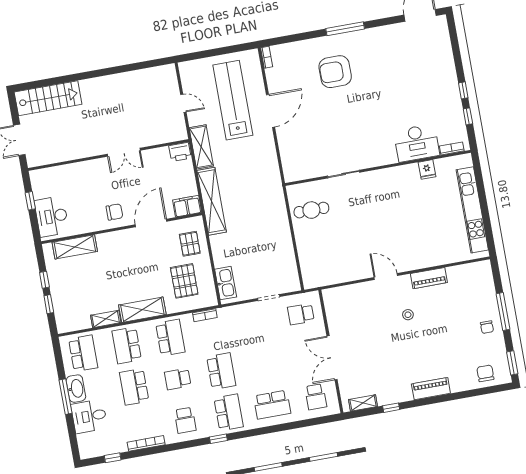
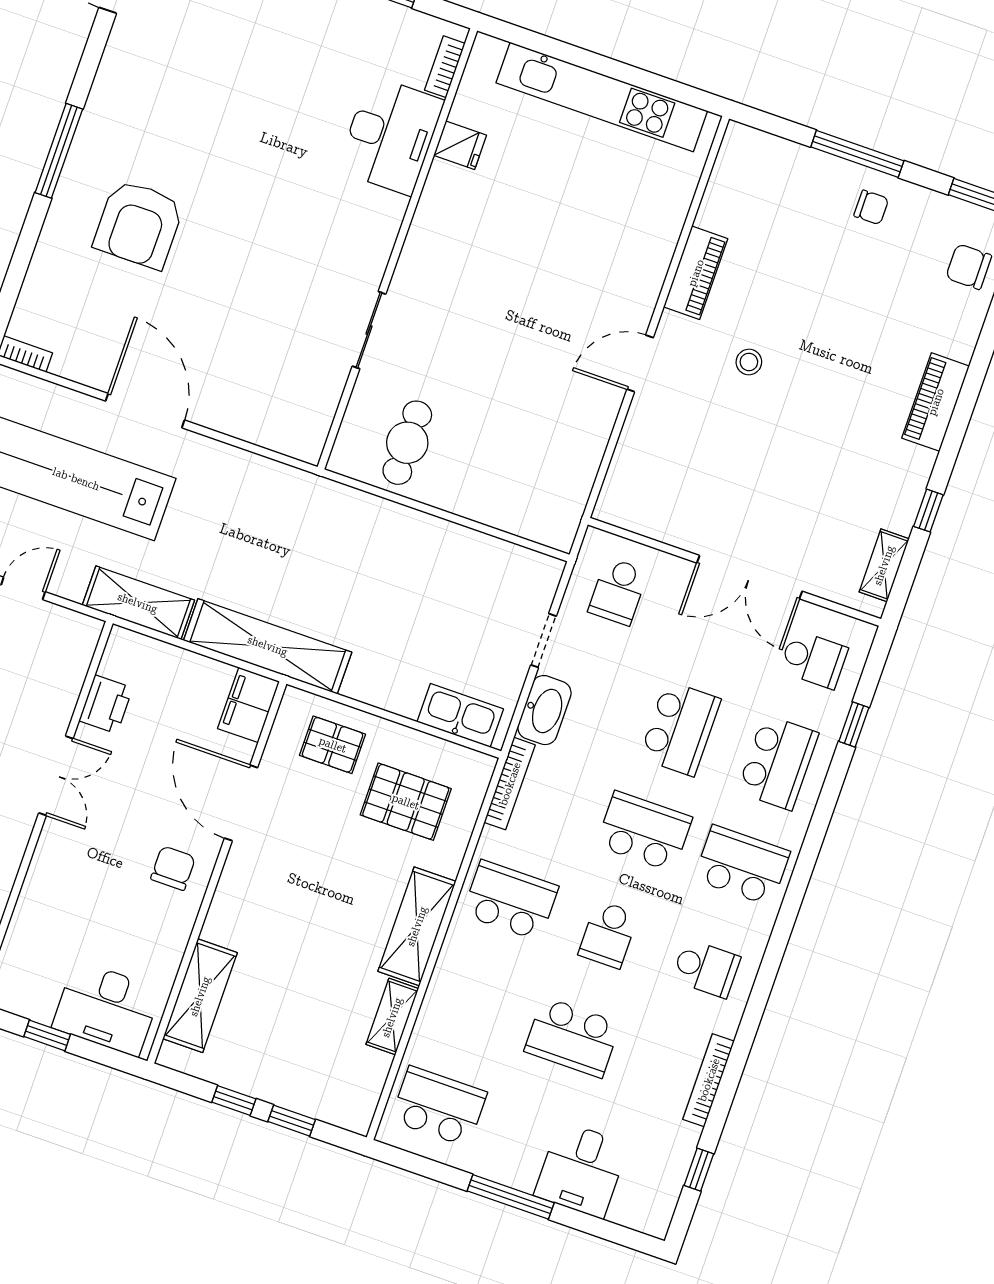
printer: (180, 152) -> (106, 704), moved
bookcase: (205, 315) -> (510, 784), width x1.56
school desk: (127, 345) -> (680, 728), moved, turned -90
washbasin: (76, 389) -> (544, 710), moved, turned 90
window: (218, 439) -> (854, 724), moved

